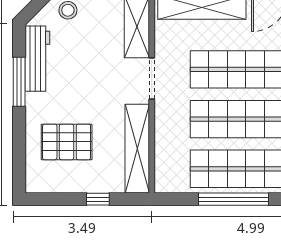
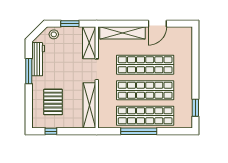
pallet: (67, 142) -> (53, 102), turned 90
window: (98, 199) -> (51, 131), moved

